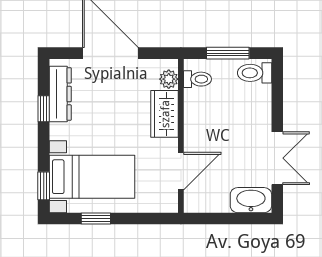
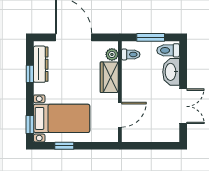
washbasin: (251, 200) -> (171, 72), moved, turned -90

